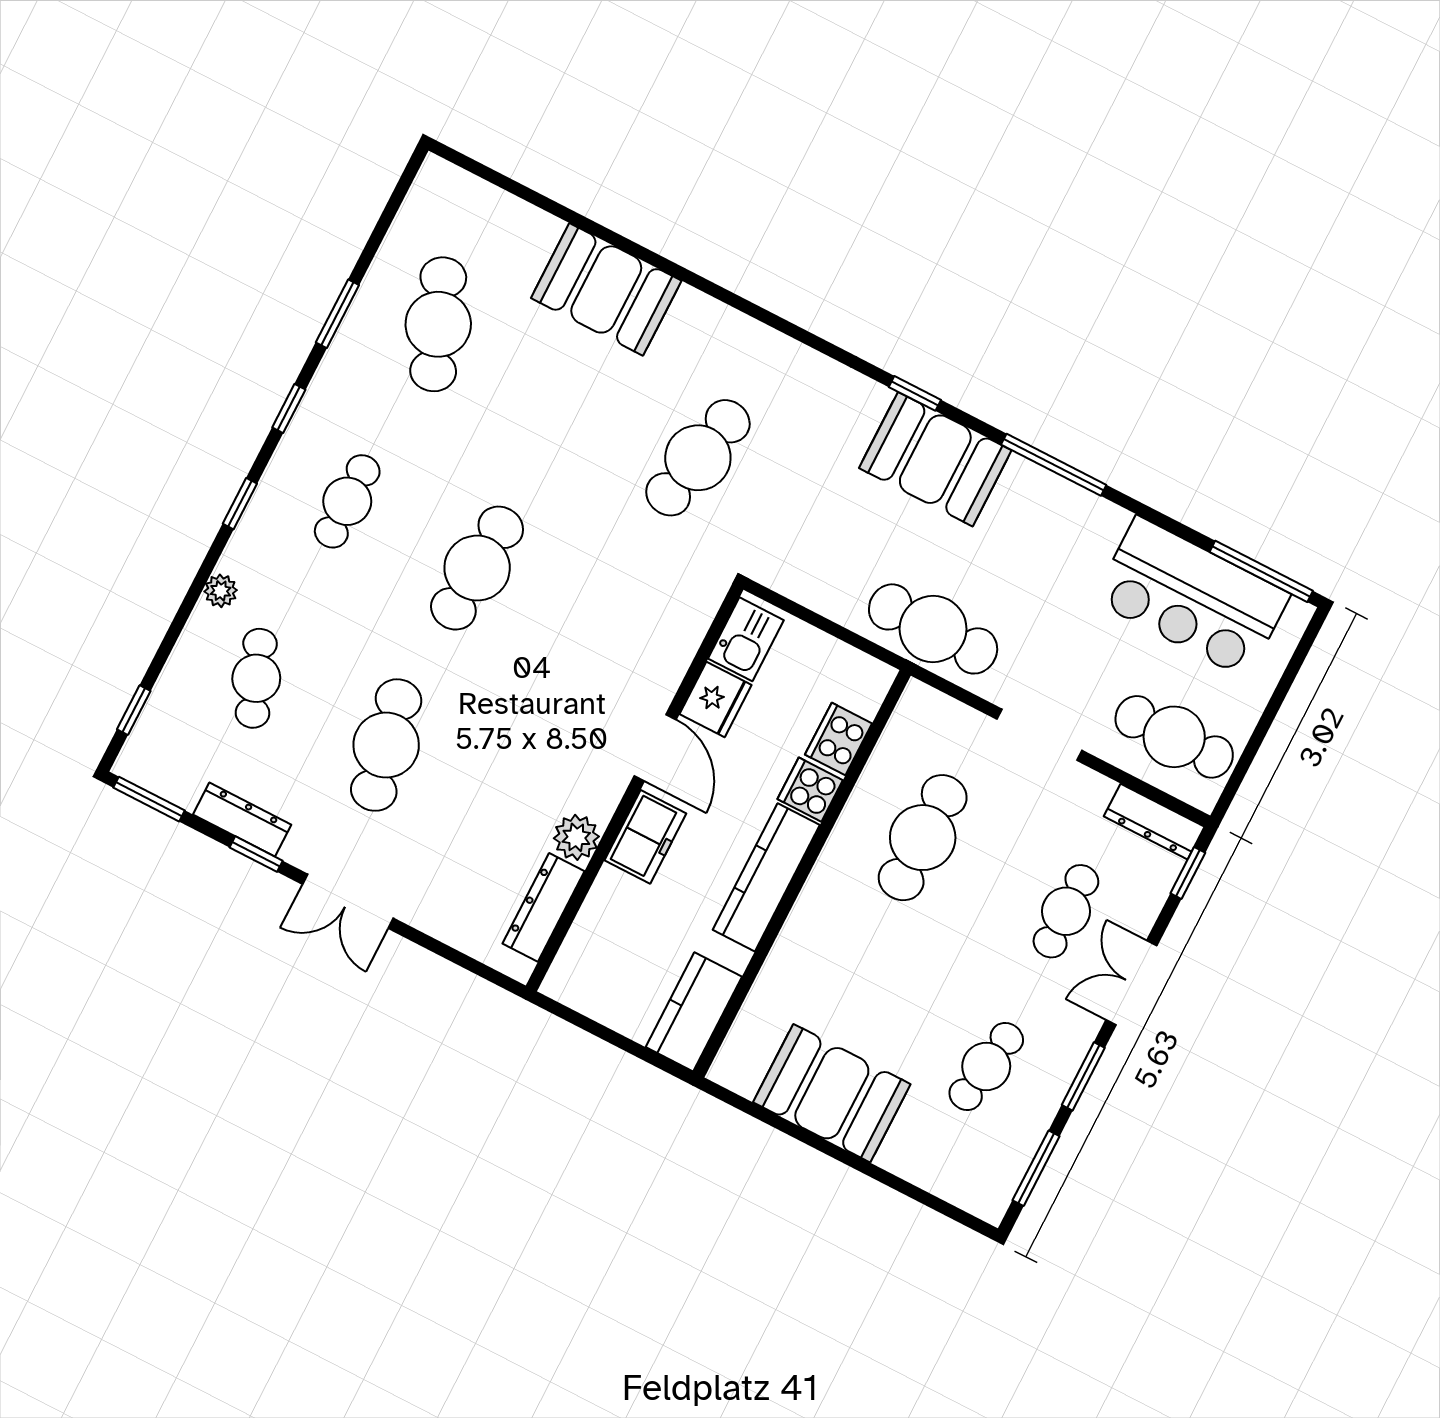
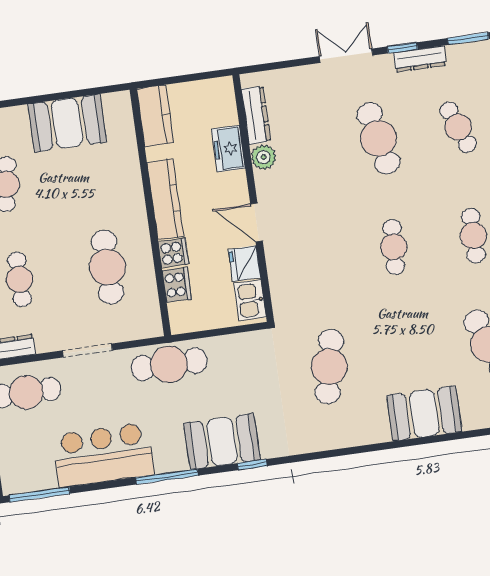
cafe table: (477, 568) -> (394, 247), width x0.73, depth x0.74
bar counter: (1192, 597) -> (103, 455), moved
freezer: (645, 837) -> (228, 149), moved

